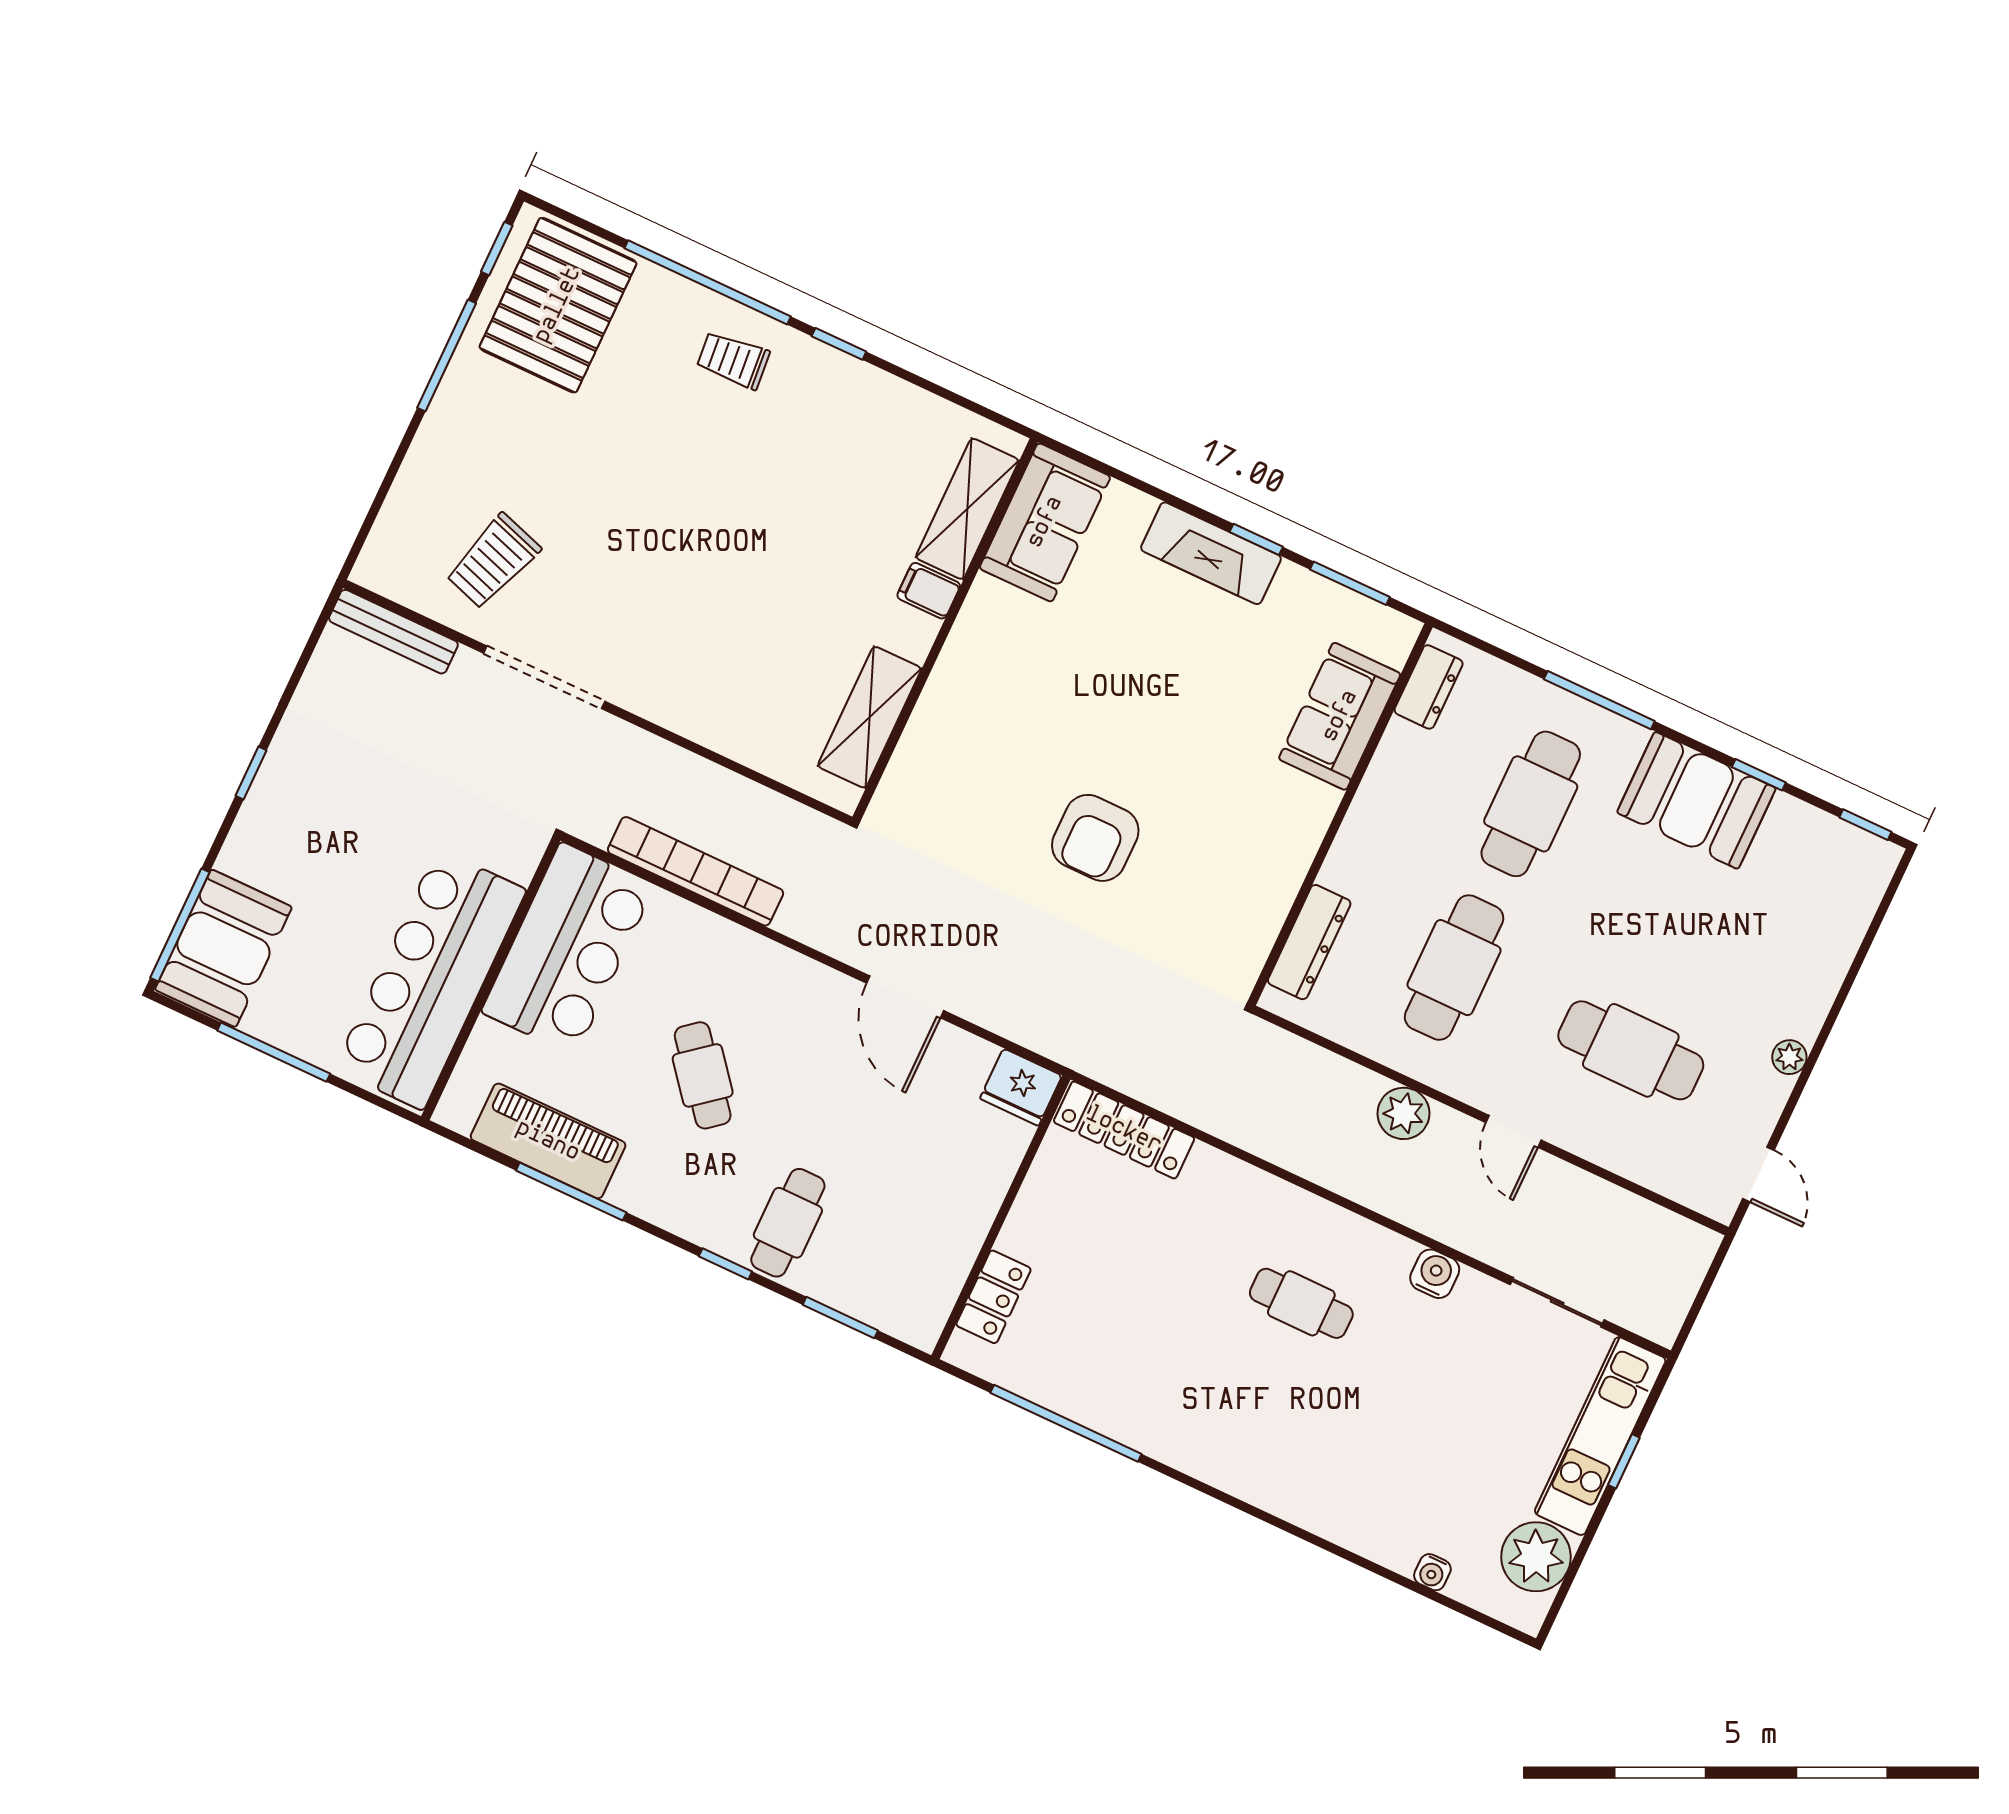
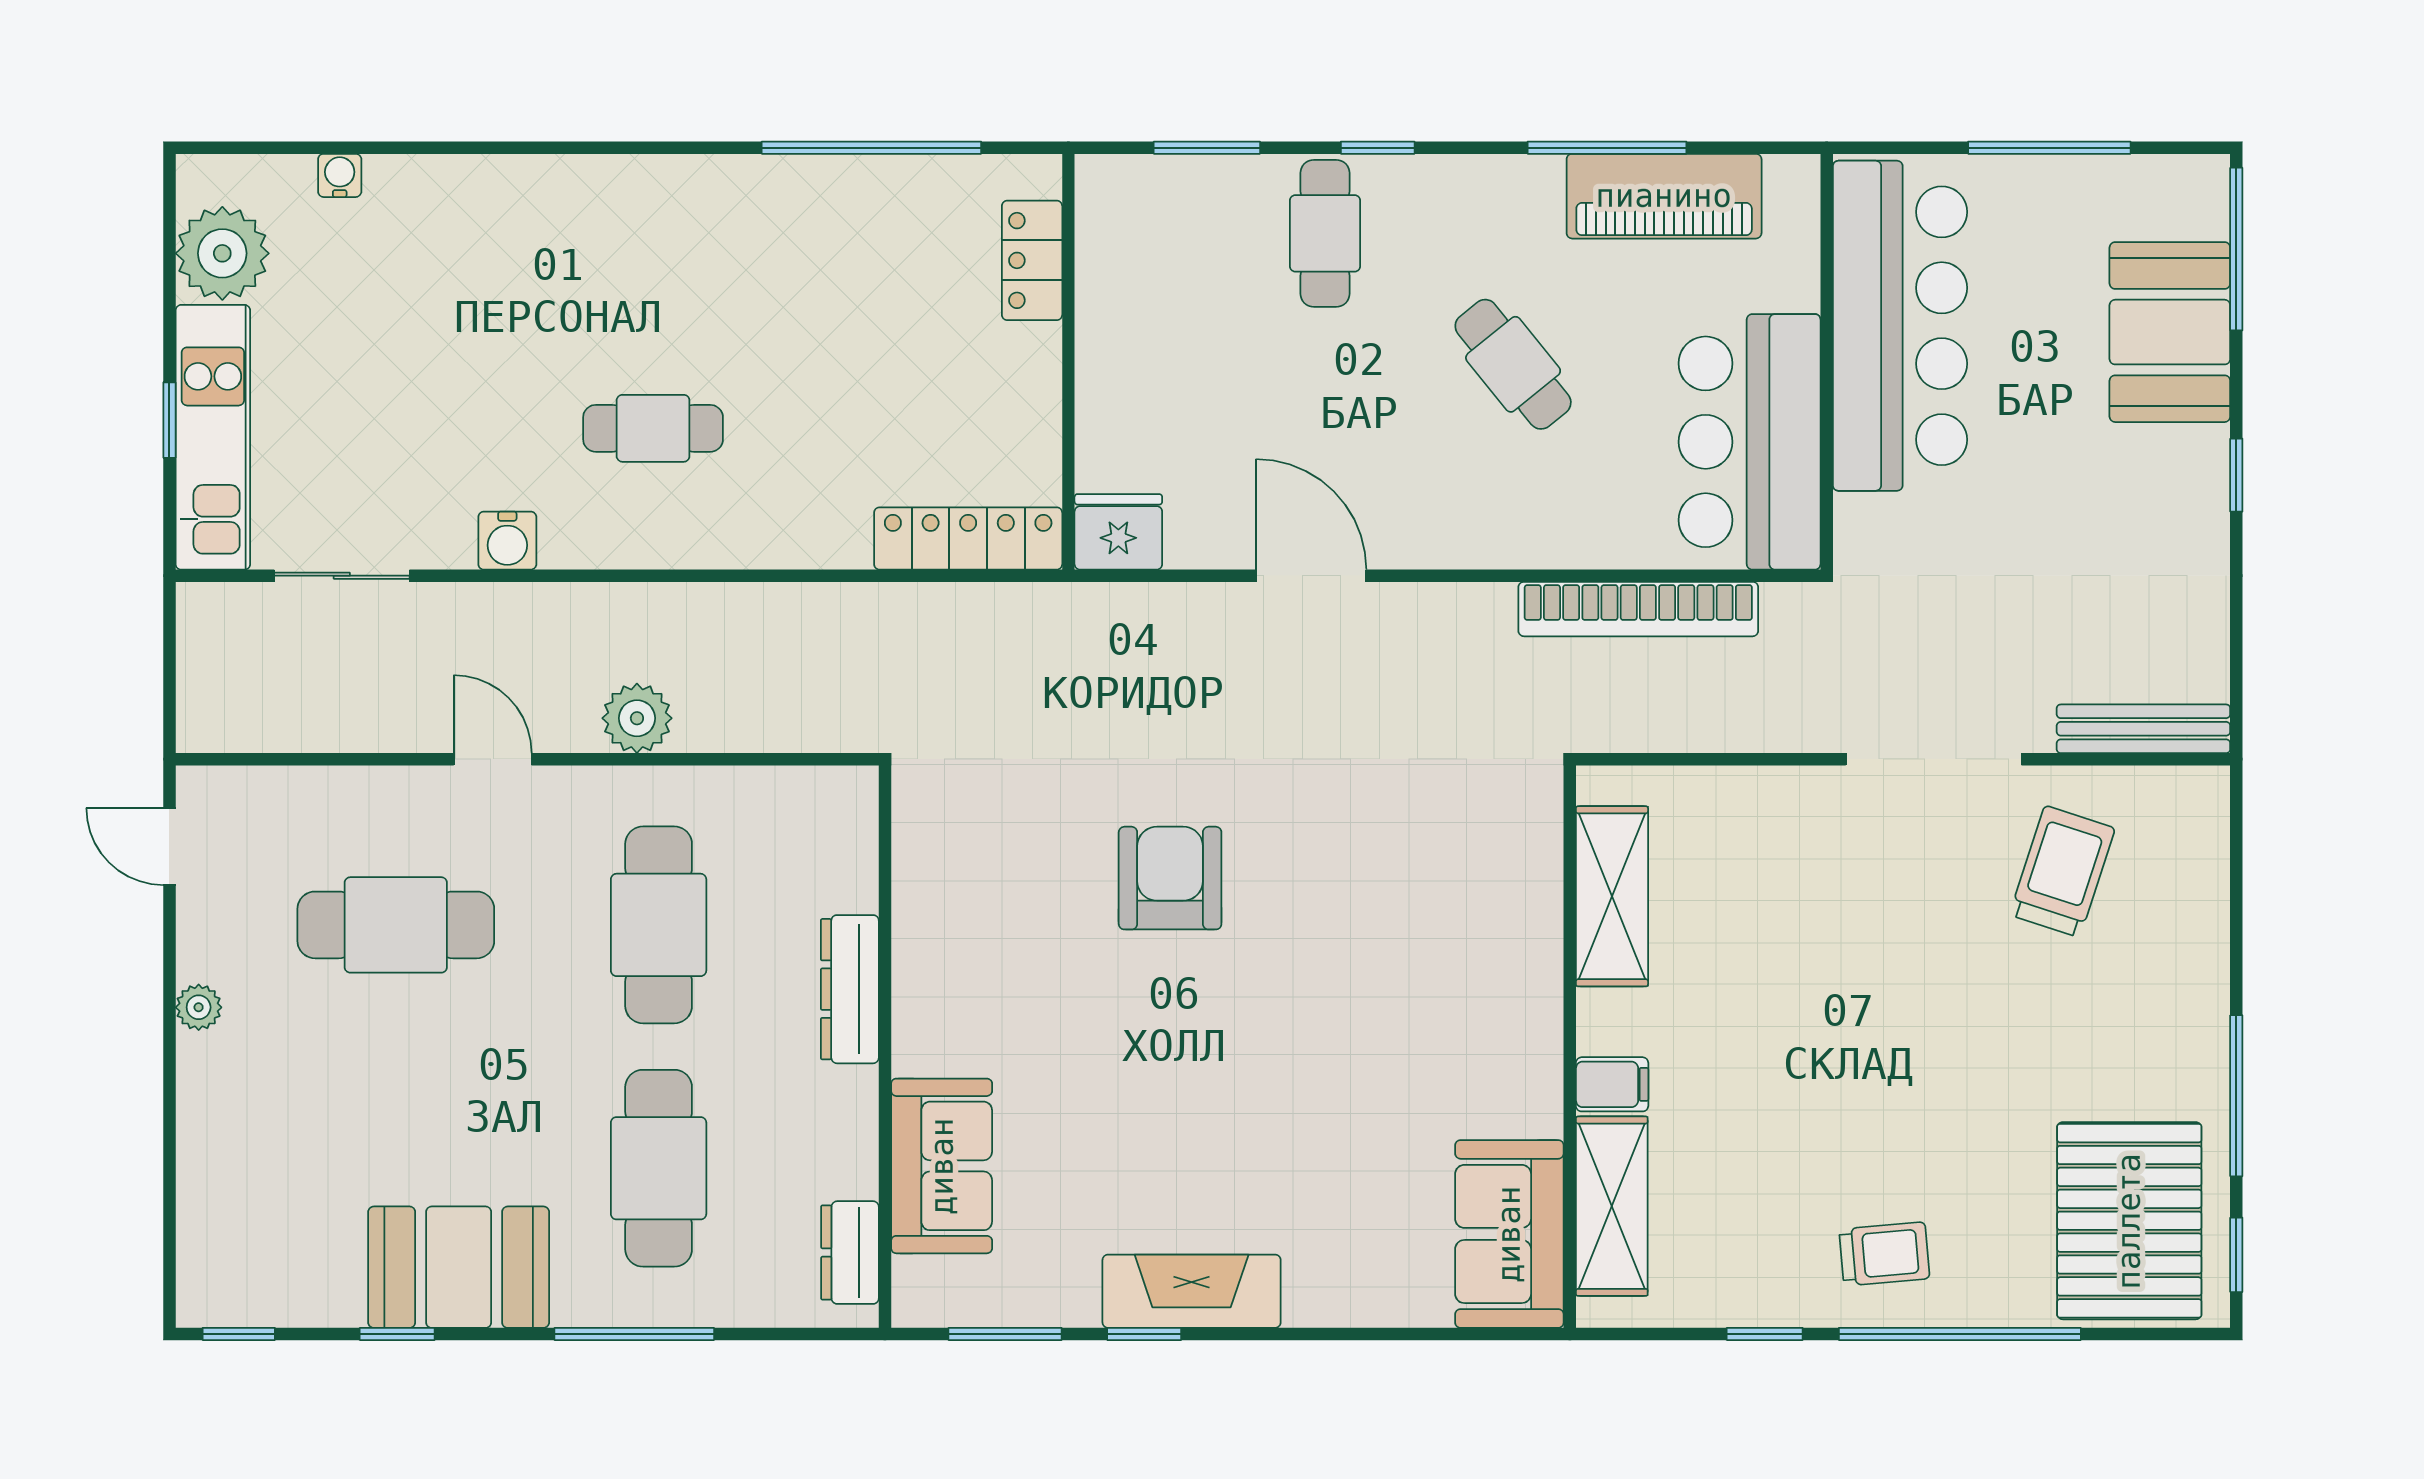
shelving: (967, 509) -> (1612, 1206), moved
sofa: (1045, 522) -> (1509, 1234), moved
filing cabinet: (929, 591) -> (1612, 1084), moved
wall: (945, 629) -> (1570, 1047), moved
shelving: (870, 717) -> (1612, 896), moved
dresser: (1309, 942) -> (850, 989), moved
booth: (223, 948) -> (2170, 332), moved

